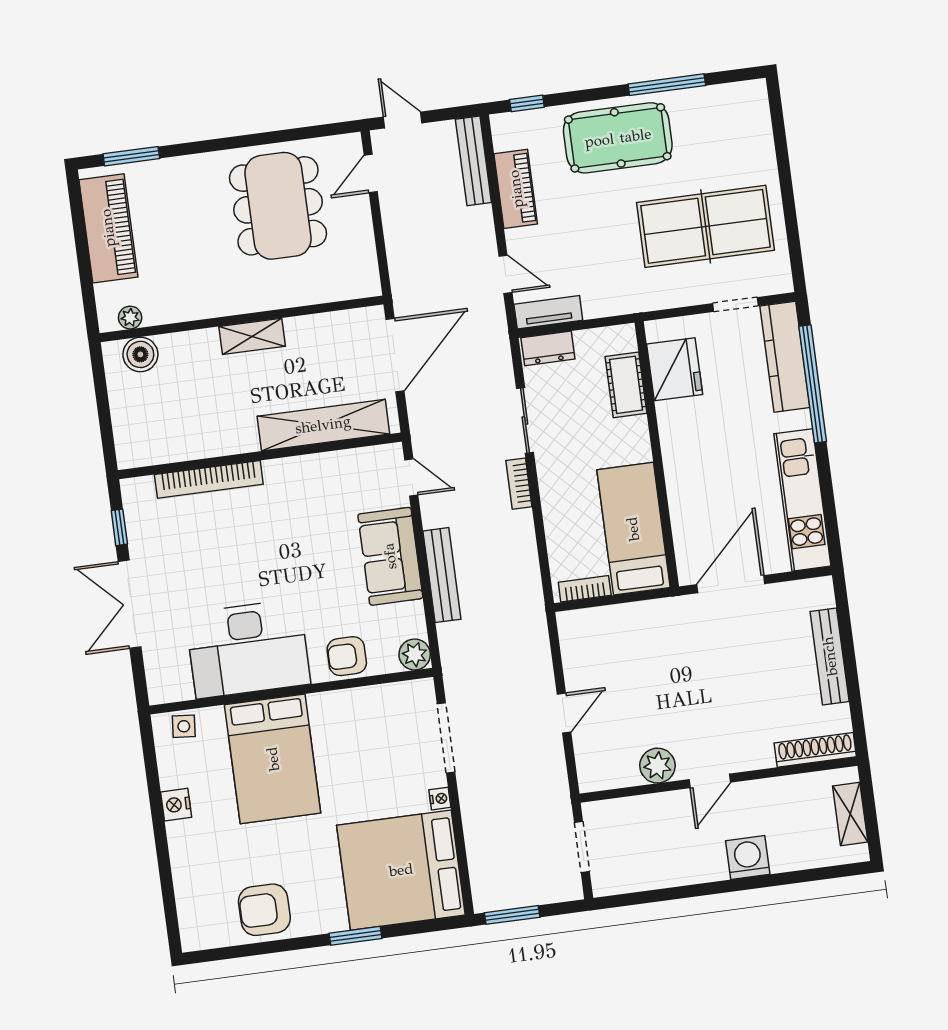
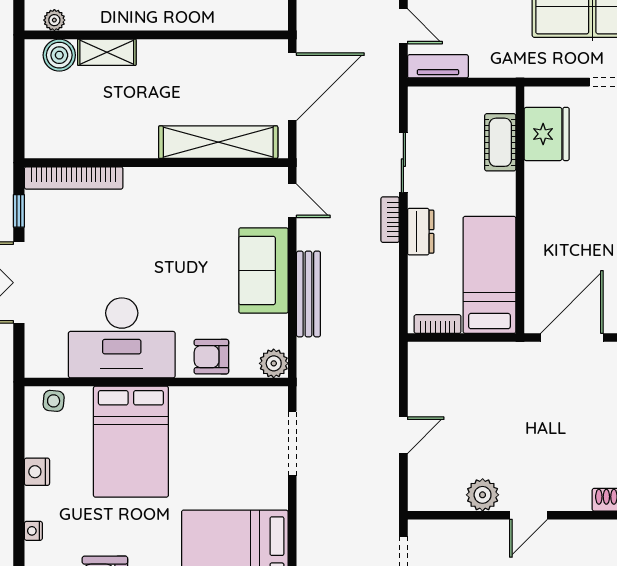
shelving: (252, 336) -> (107, 52), moved
dresser: (548, 348) -> (421, 232), moved, turned -90
bookcase: (209, 479) -> (74, 178), moved
nightstand: (440, 799) -> (33, 531), moved, turned 180

